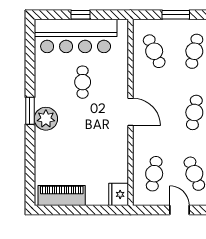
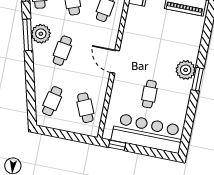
window: (80, 15) -> (117, 145), moved
window: (176, 15) -> (62, 134), removed

